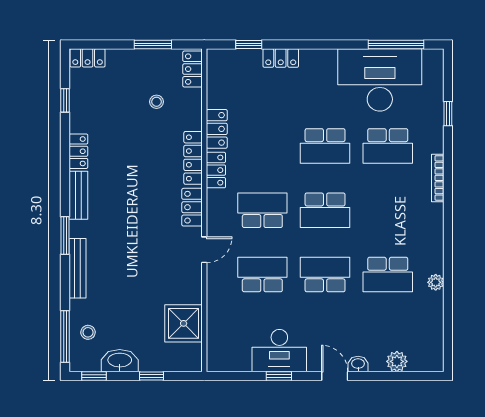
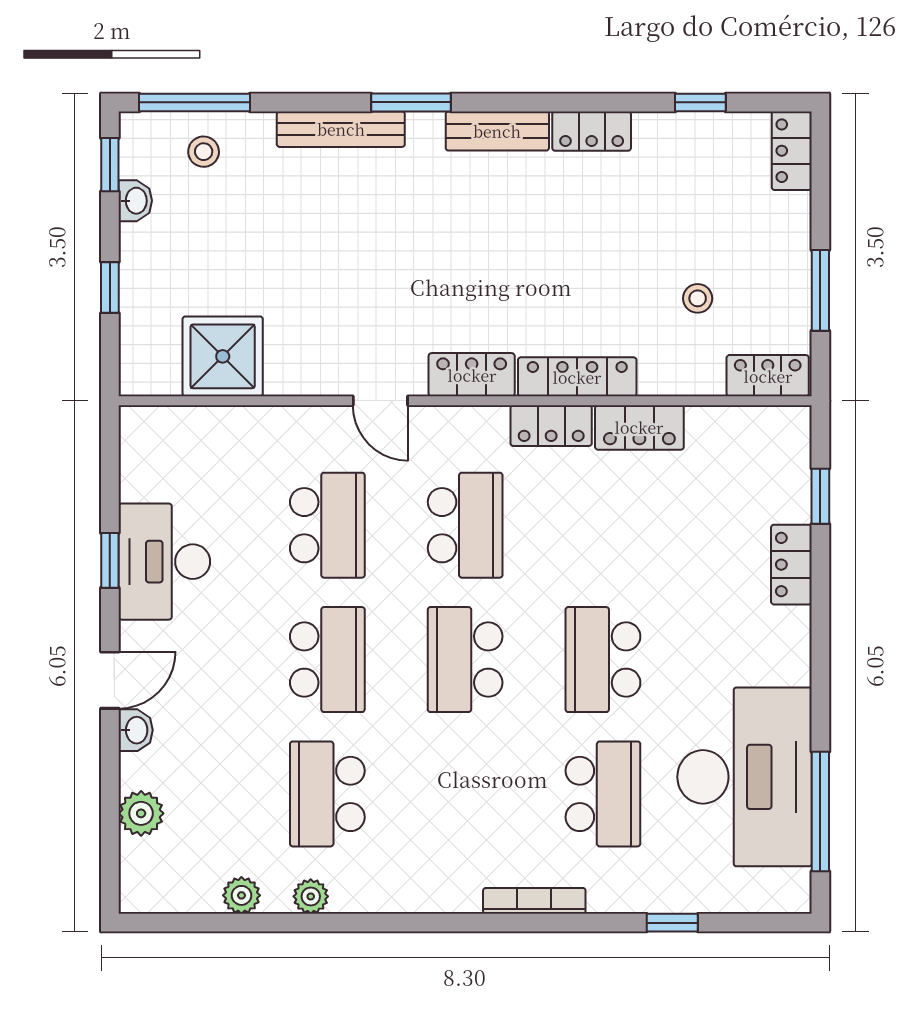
school desk: (388, 146) -> (603, 794), turned 180
plant: (435, 315) -> (241, 895), added
washbasin: (120, 361) -> (135, 201), width x0.52, depth x0.69

